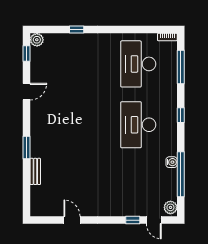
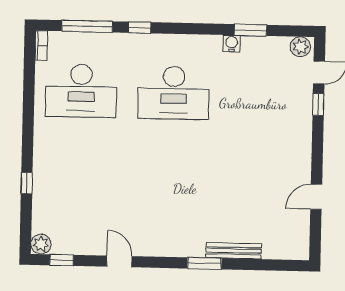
window: (181, 115) -> (140, 27), moved
bench: (35, 171) -> (234, 251), width x1.36
window: (181, 174) -> (250, 30), width x0.47

